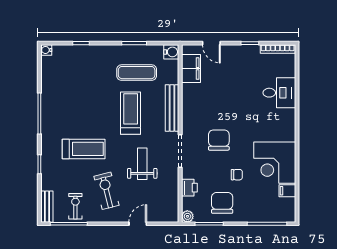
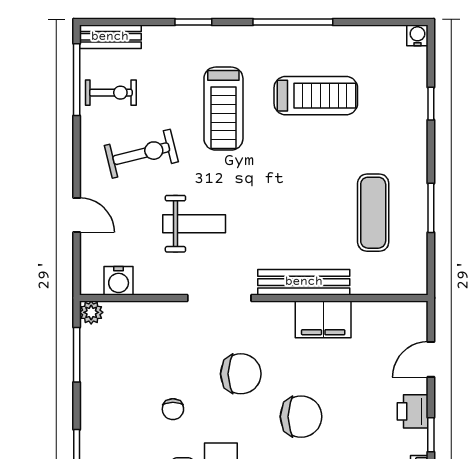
water cooler: (171, 52) -> (119, 281), moved
filing cabinet: (191, 69) -> (323, 319), moved
treadmill: (131, 113) -> (316, 96), moved
printer: (189, 188) -> (413, 411), moved, turned 90
chair: (222, 203) -> (301, 417), moved

